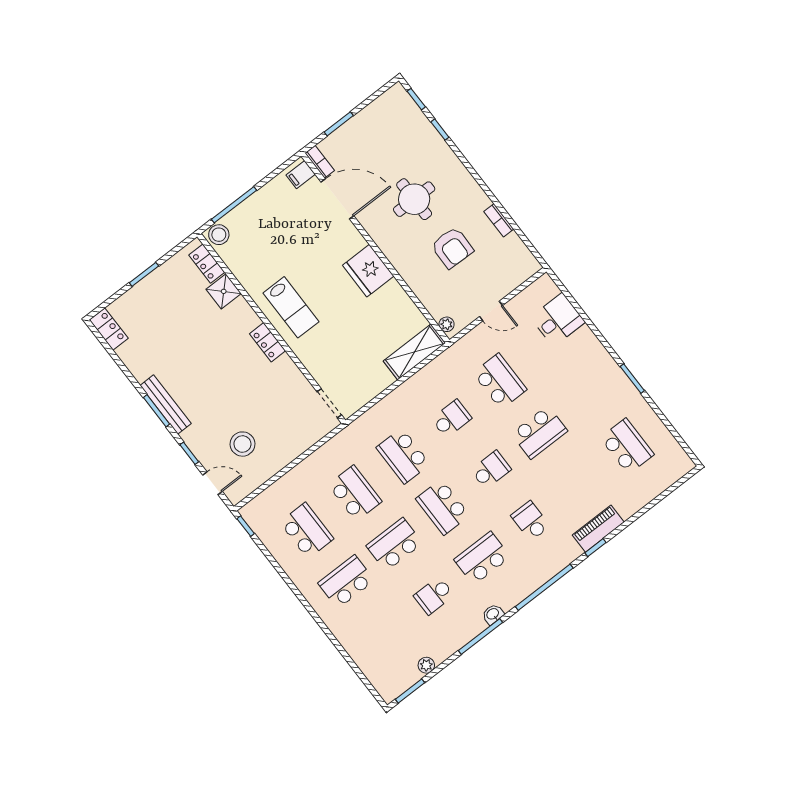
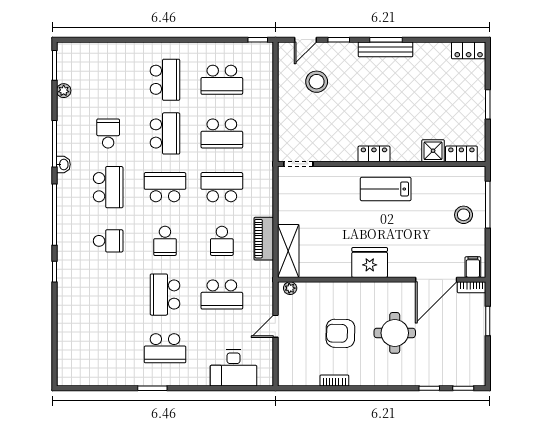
stool: (219, 235) -> (464, 215), moved
desk: (558, 320) -> (233, 368), width x1.37
school desk: (627, 446) -> (165, 348), moved
piano: (598, 529) -> (264, 239), moved, turned 180

